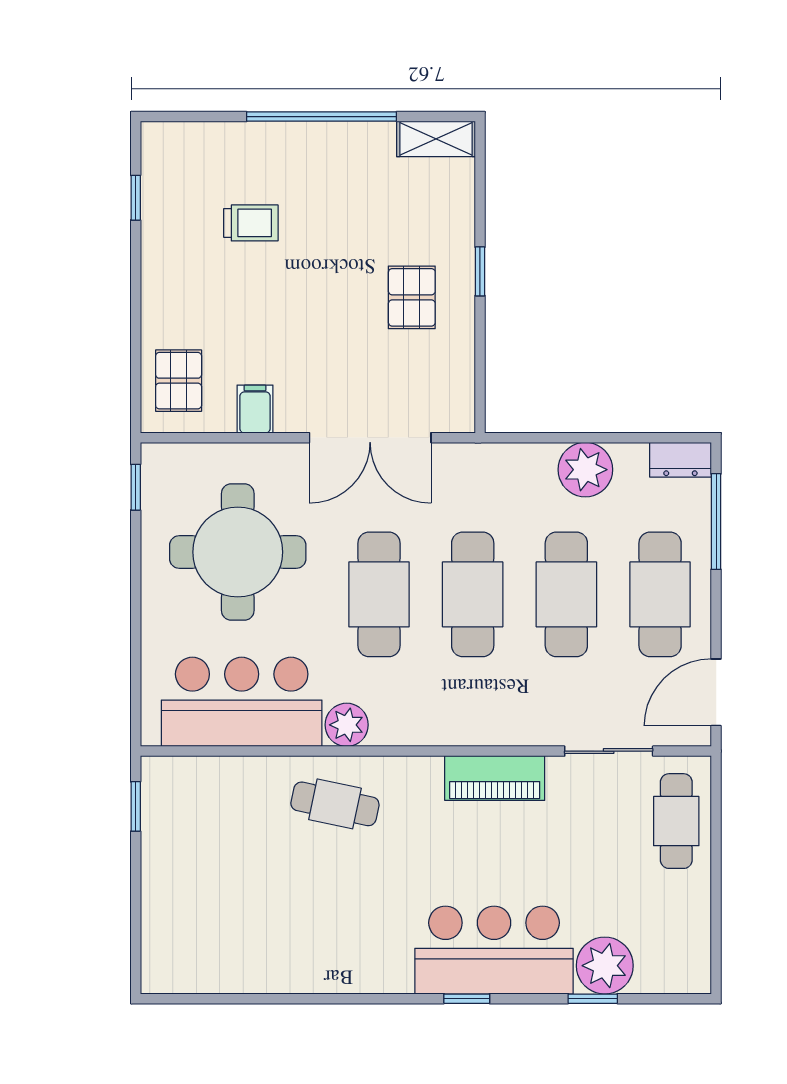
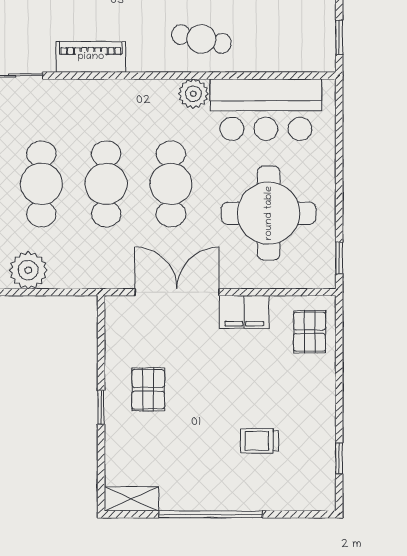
filing cabinet: (255, 409) -> (244, 312), width x2.00

